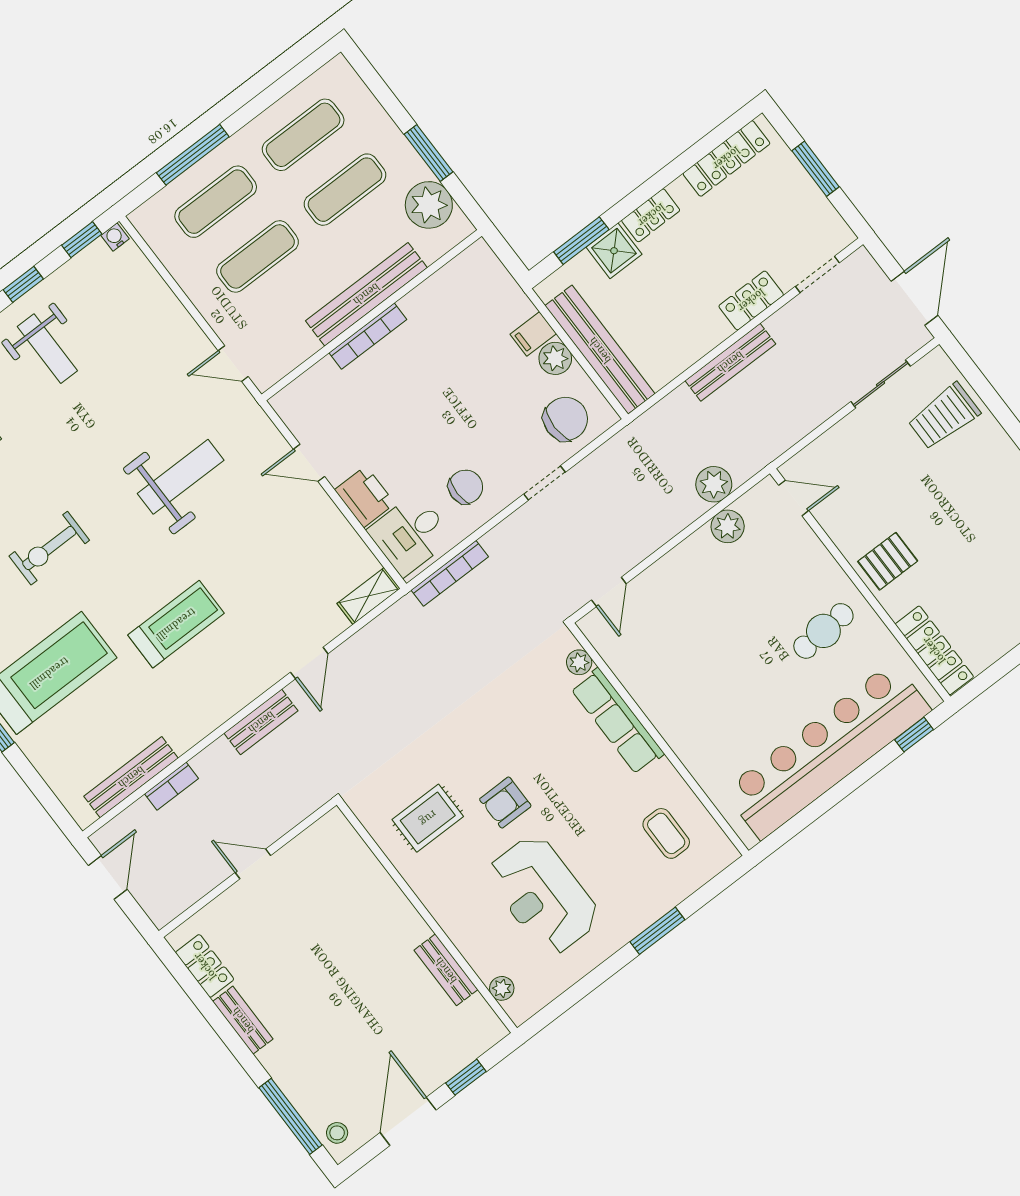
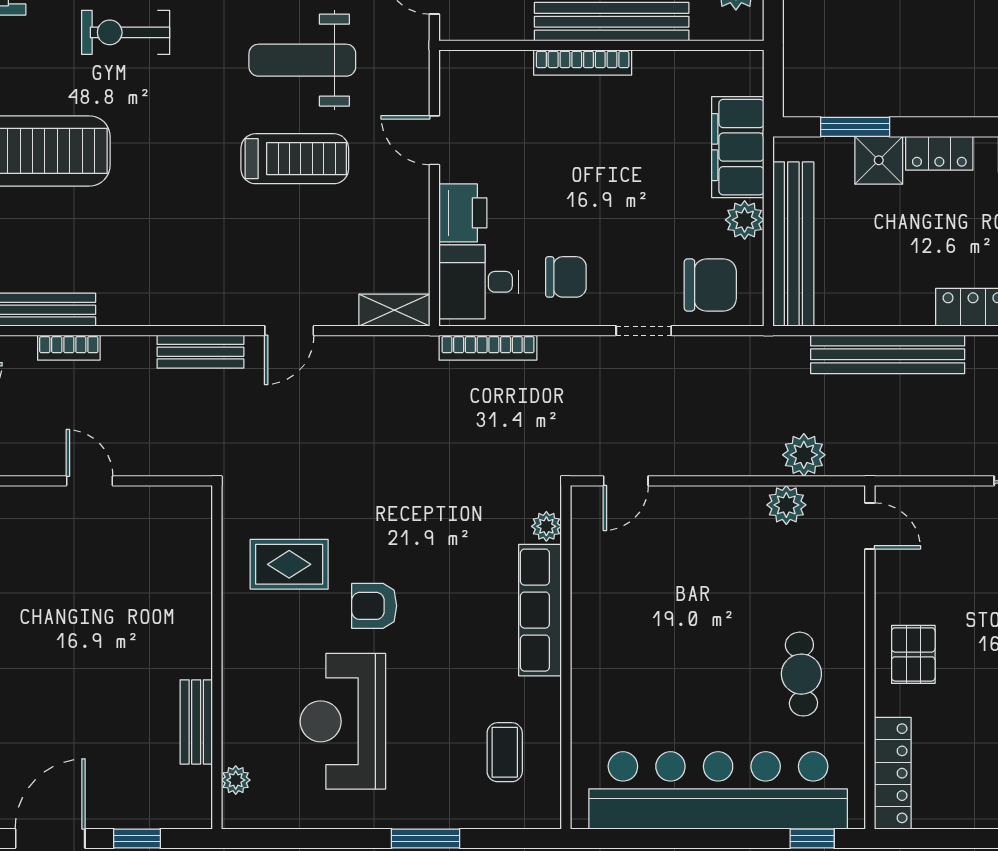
filing cabinet: (533, 334) -> (738, 147), width x3.00, depth x1.17
bench: (730, 362) -> (888, 354), width x1.37, depth x1.21
weight bench: (181, 477) -> (302, 60), turned 180
pallet: (888, 561) -> (913, 654), turned 90
treadmill: (176, 624) -> (295, 159), moved
cafe table: (823, 631) -> (801, 674), turned 90

